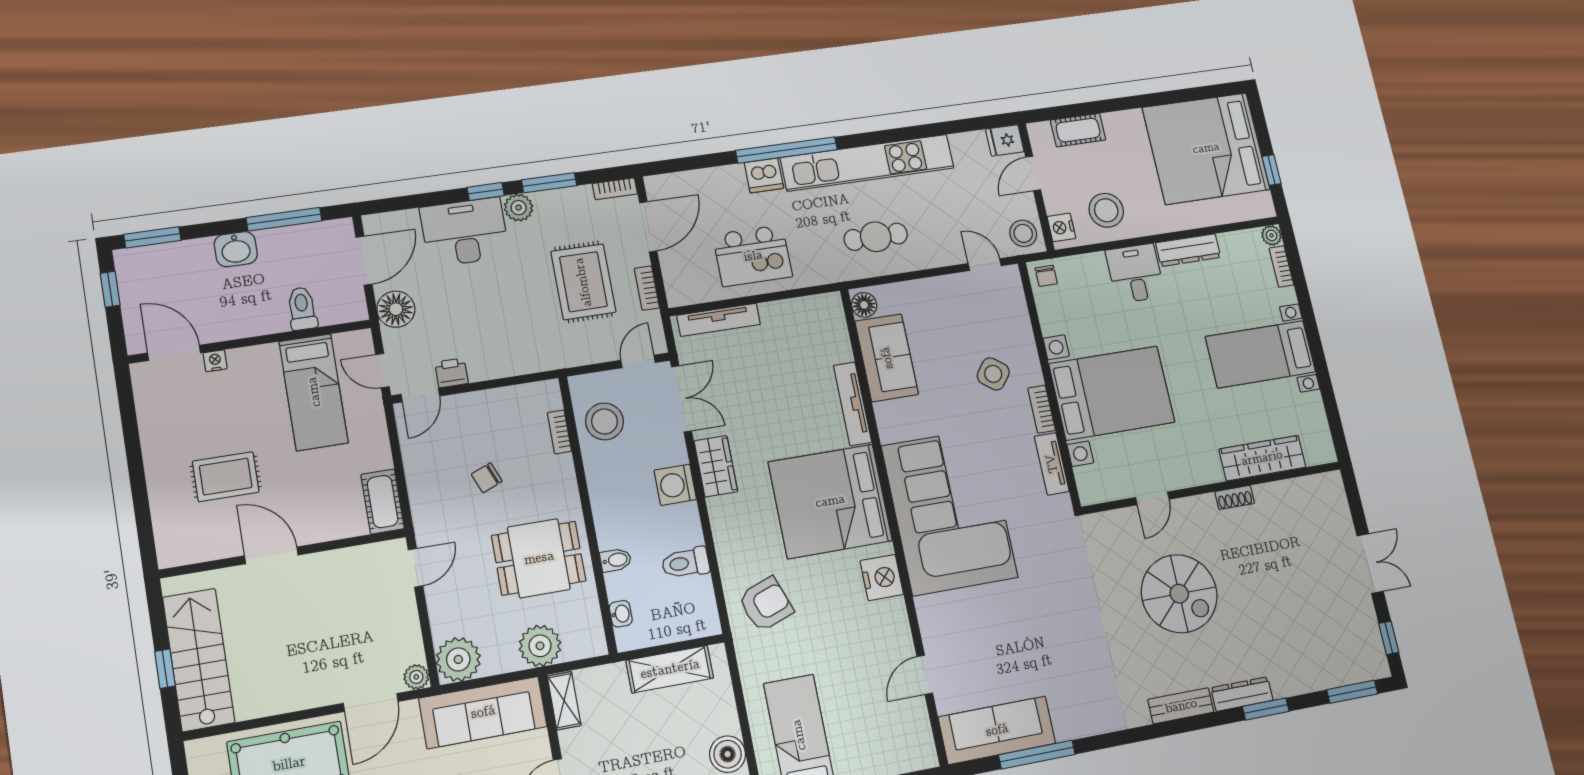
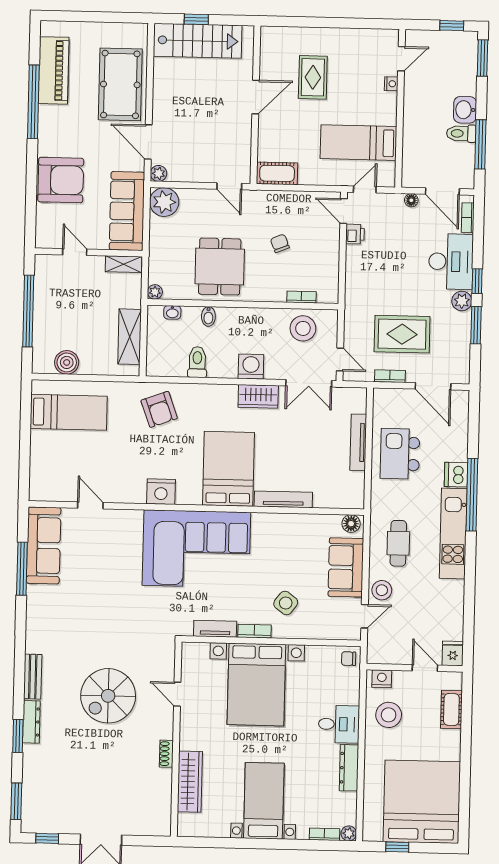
kitchen unit: (867, 163) -> (453, 534), width x0.73
bookcase: (615, 189) -> (468, 218), moved
stool: (1023, 233) -> (382, 590), moved
toilet: (302, 308) -> (461, 133), moved, turned 180
floor lamp: (396, 309) -> (411, 200), width x0.53, depth x0.53
tv unit: (719, 320) -> (358, 442), moved
door: (174, 353) -> (401, 59), width x0.73
sofa: (887, 358) -> (346, 567), moved, turned 90
bed: (830, 501) -> (228, 469), width x0.73
plant: (540, 646) -> (155, 292), moved, width x0.53, depth x0.53

